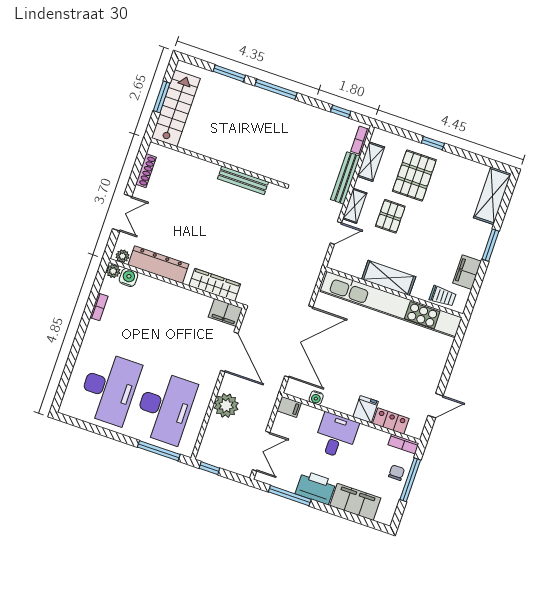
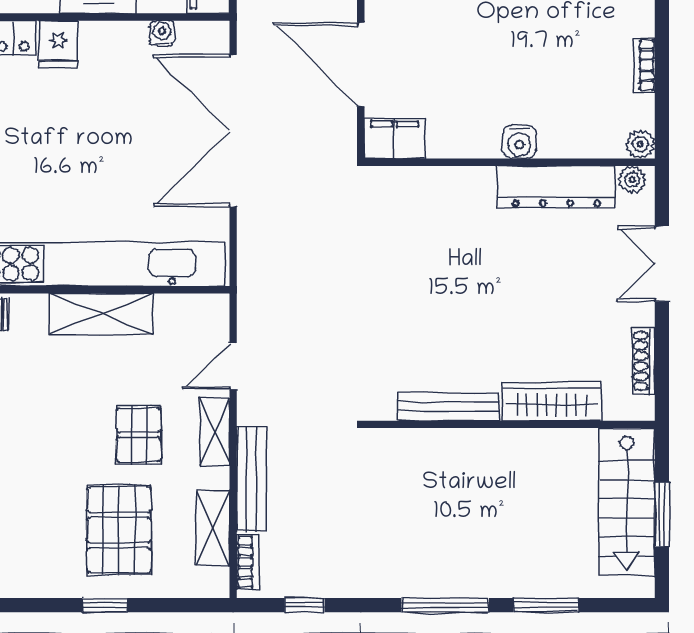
water cooler: (128, 278) -> (519, 142), moved
wardrobe: (215, 285) -> (552, 402), moved, turned 180

